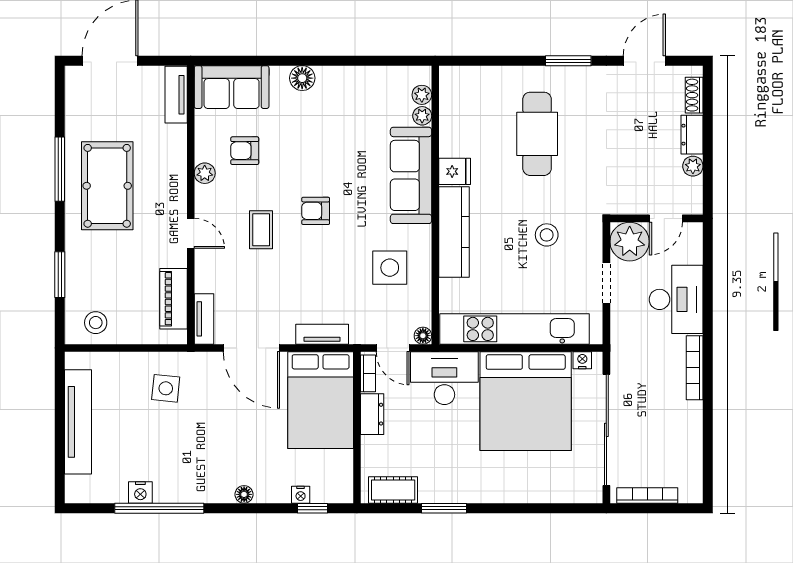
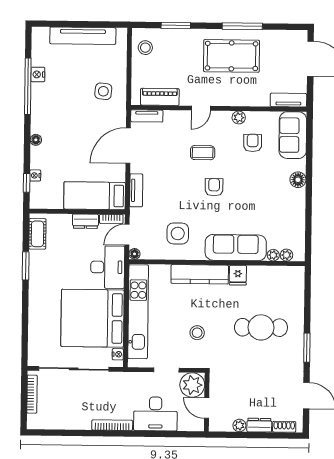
bed: (321, 400) -> (95, 196), width x0.67

